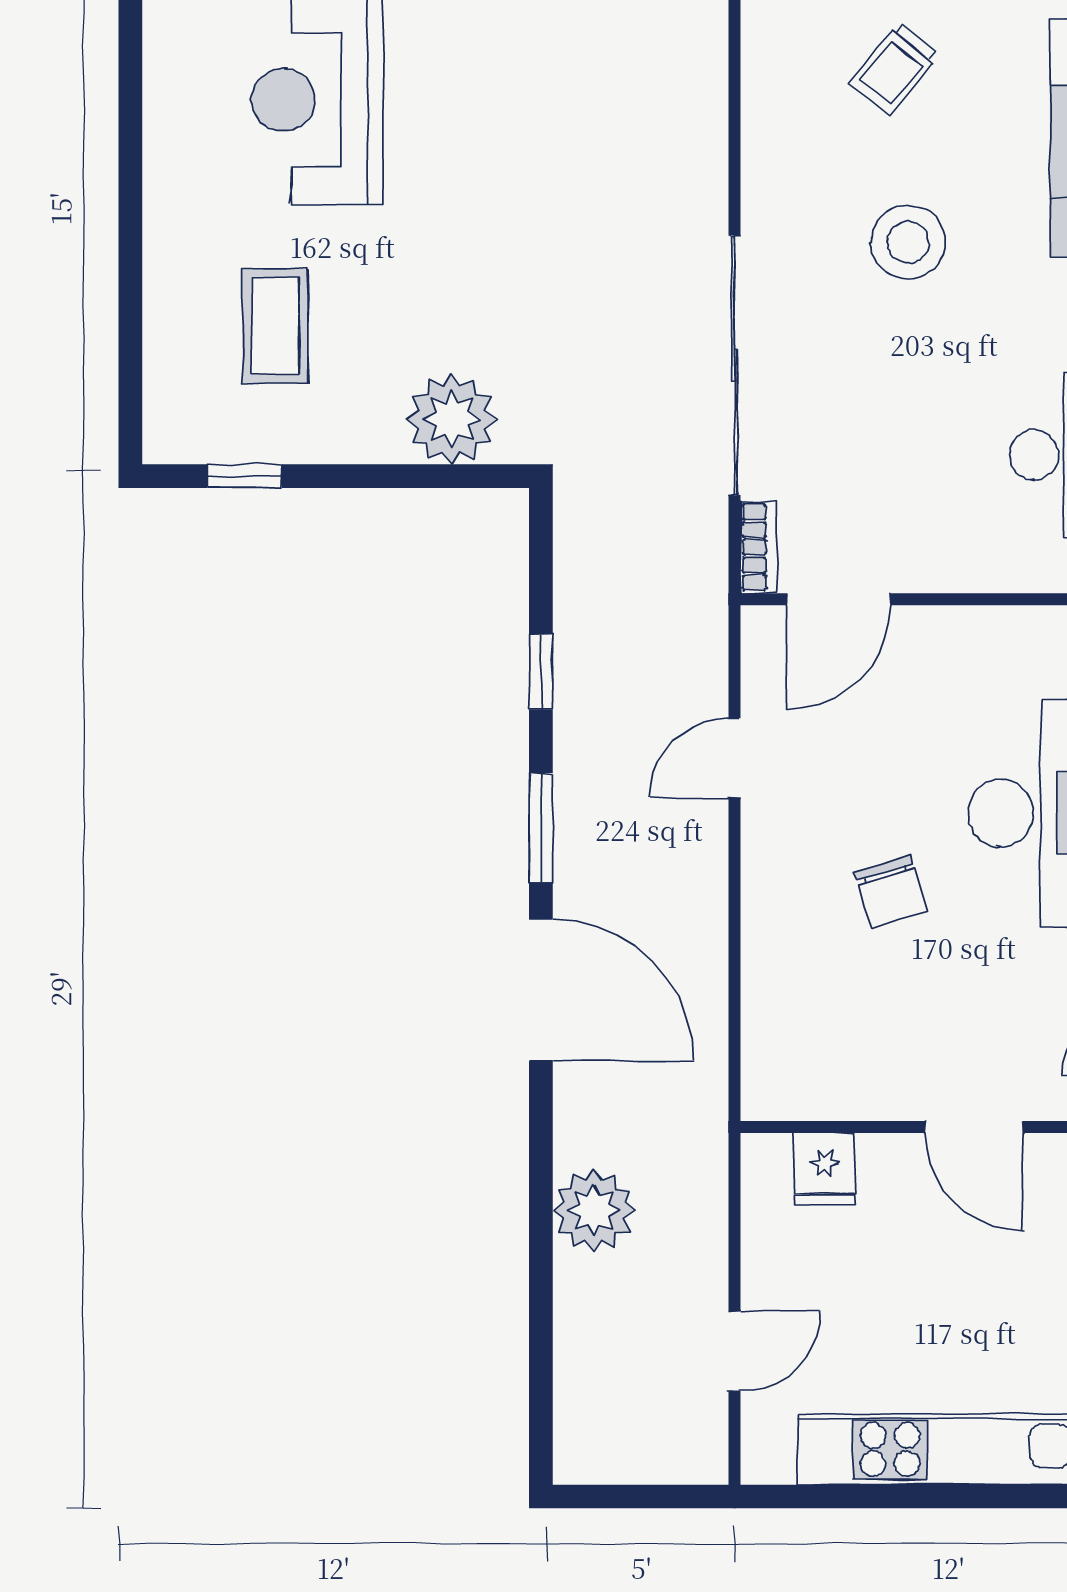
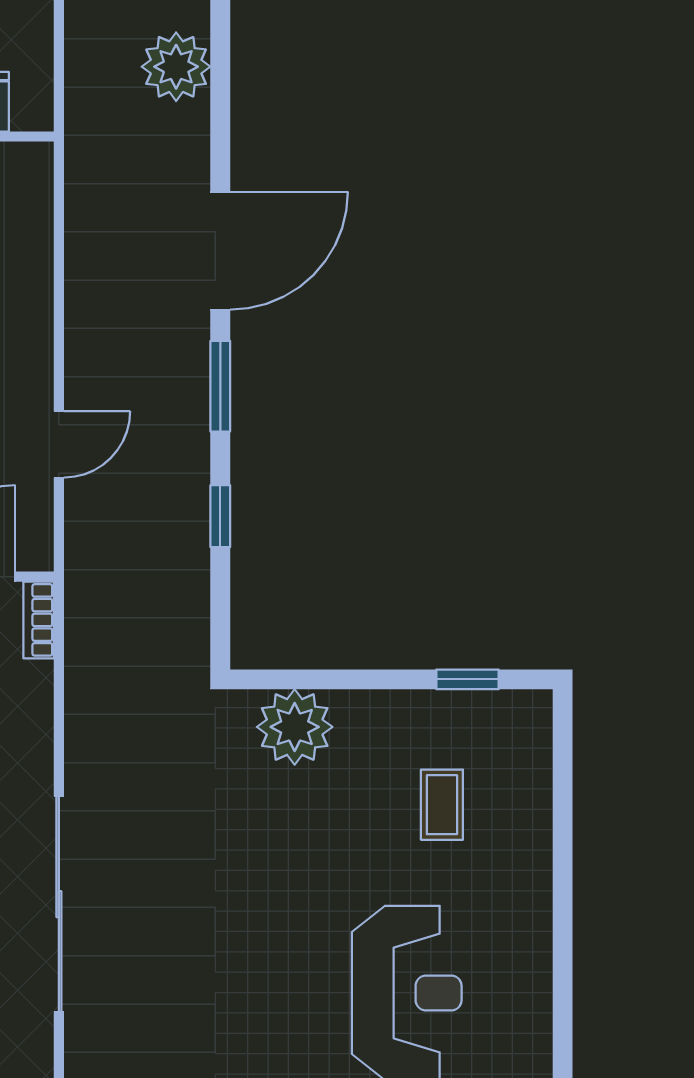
coffee table: (275, 326) -> (442, 805), width x0.73, depth x0.77
sliding door: (734, 365) -> (59, 904), moved
door: (541, 990) -> (220, 251), swing flipped

